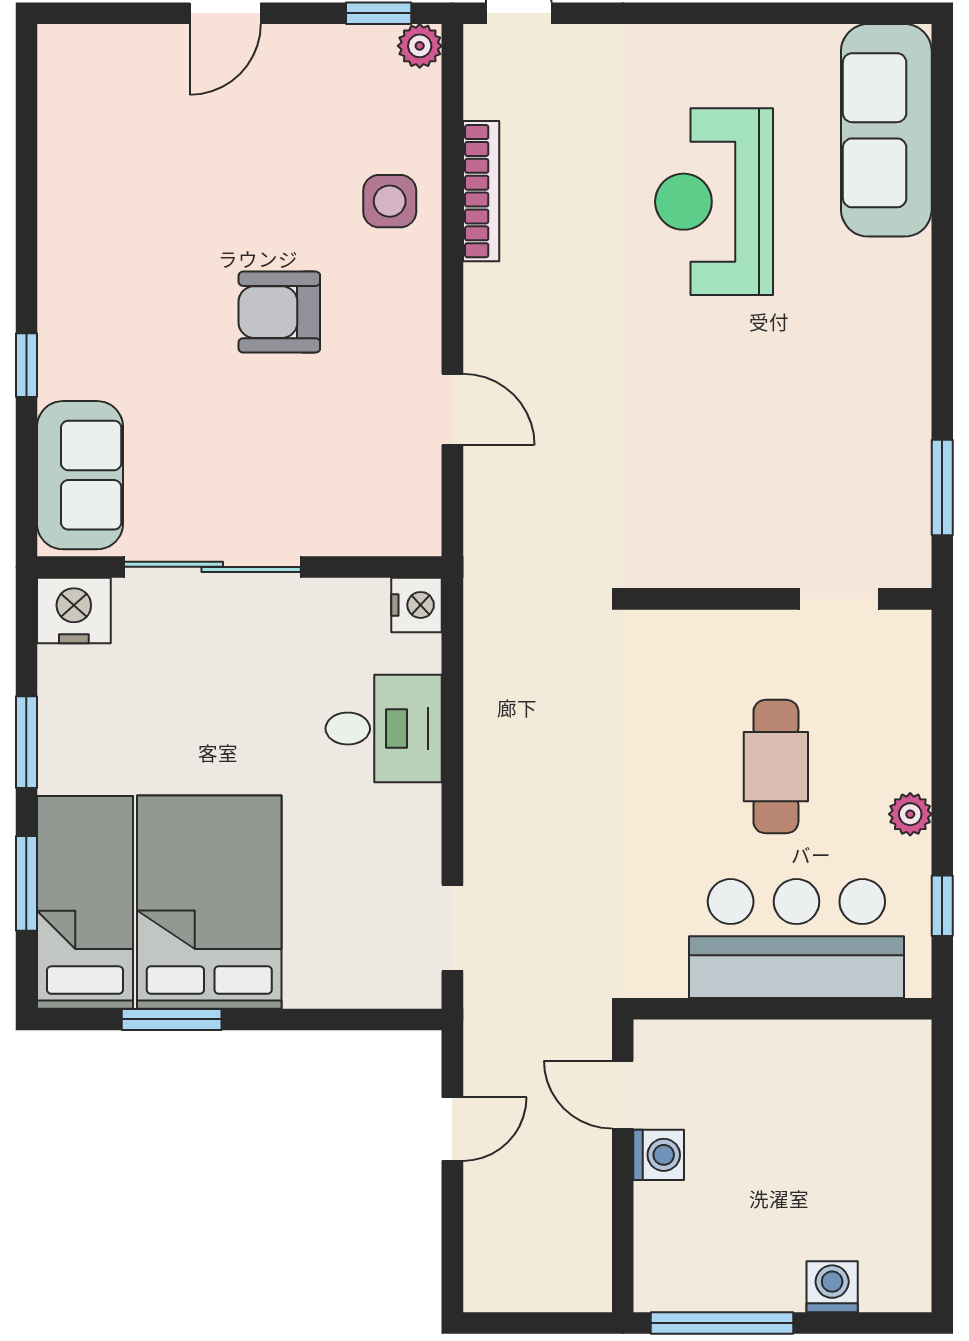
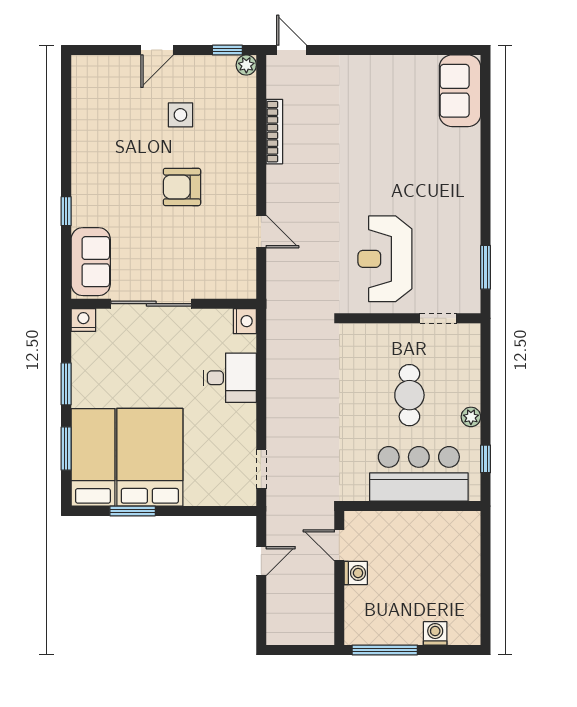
sofa: (886, 130) -> (460, 91), width x0.73
side table: (390, 201) -> (180, 115), moved
reception desk: (714, 202) -> (385, 259), moved
nightstand: (74, 611) -> (83, 320), width x0.74, depth x0.75

